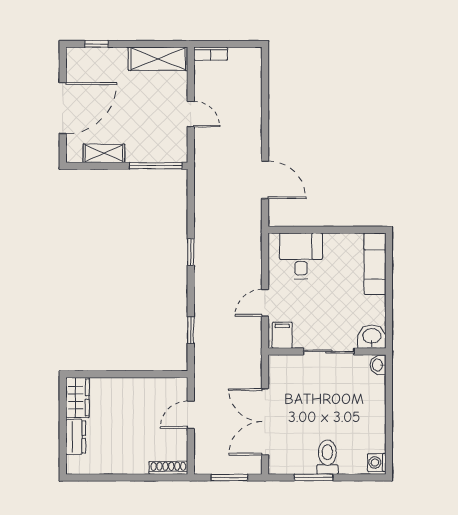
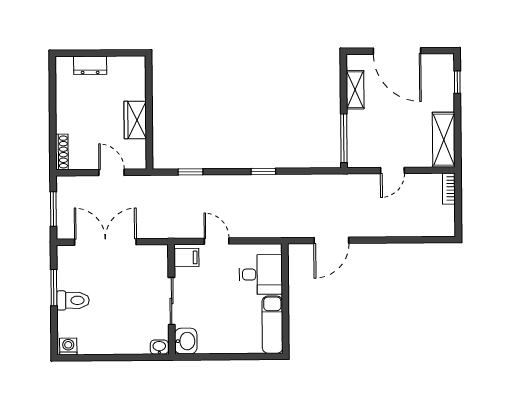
exam couch: (375, 264) -> (272, 325), moved, turned -90
wardrobe: (77, 398) -> (135, 120), moved, turned 90

